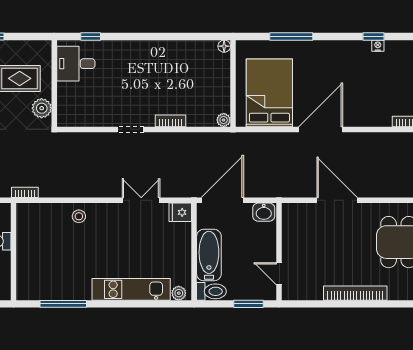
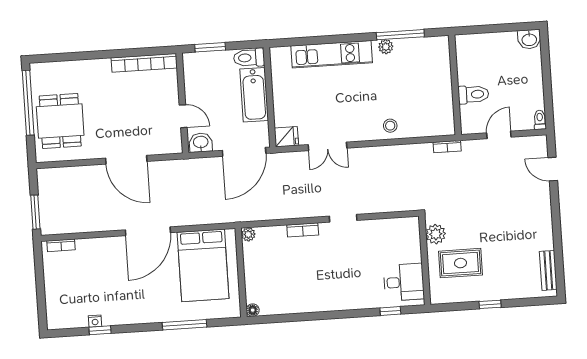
door: (279, 274) -> (183, 116), moved
plant: (179, 293) -> (386, 47), moved
bookcase: (355, 293) -> (144, 63), moved

